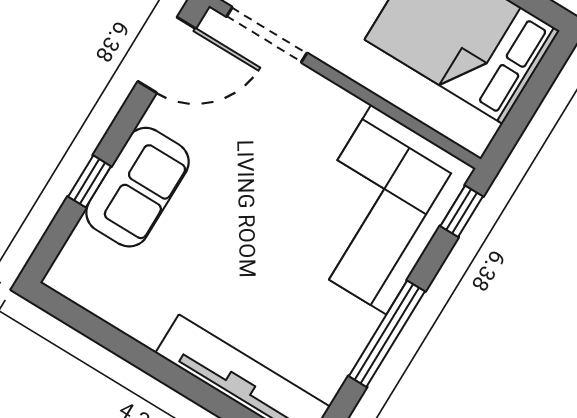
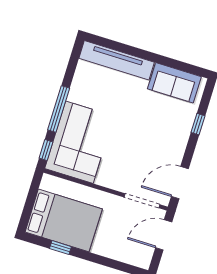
sofa: (137, 187) -> (174, 83), moved, turned -90
window: (387, 334) -> (59, 109), moved

